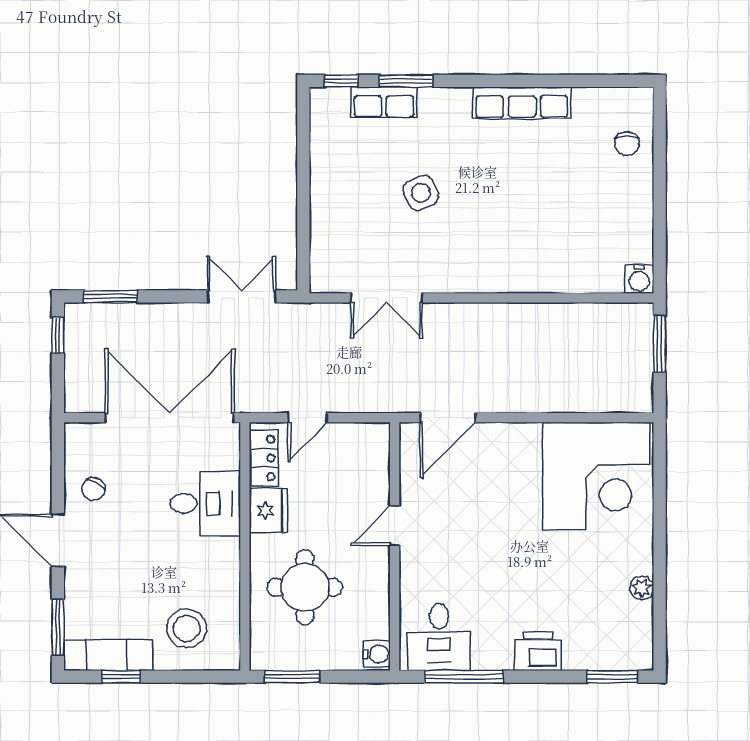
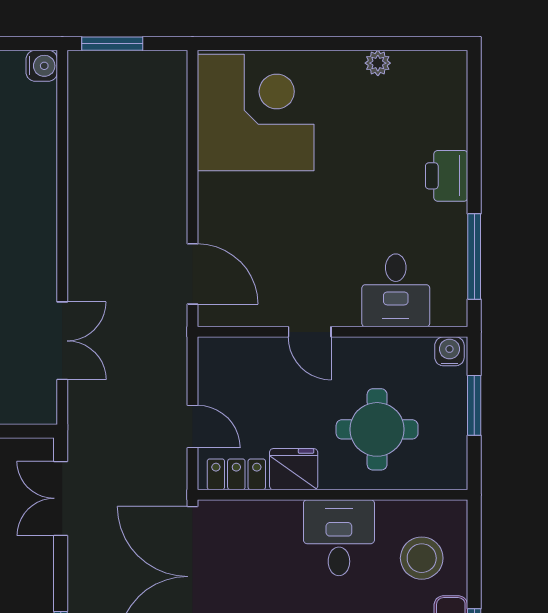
desk: (205, 503) -> (339, 538), moved
desk: (439, 637) -> (396, 290), moved, turned 90
window: (292, 677) -> (474, 405), moved
window: (612, 677) -> (474, 95), removed

